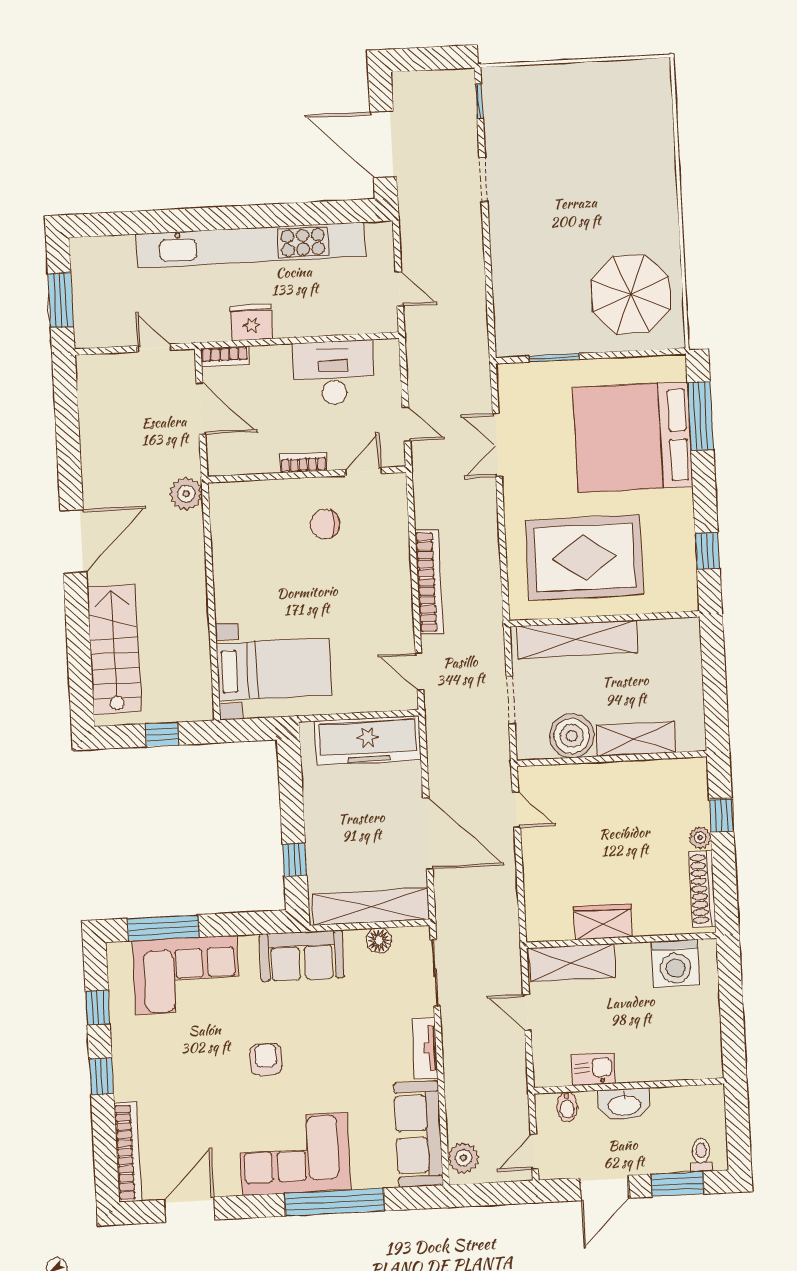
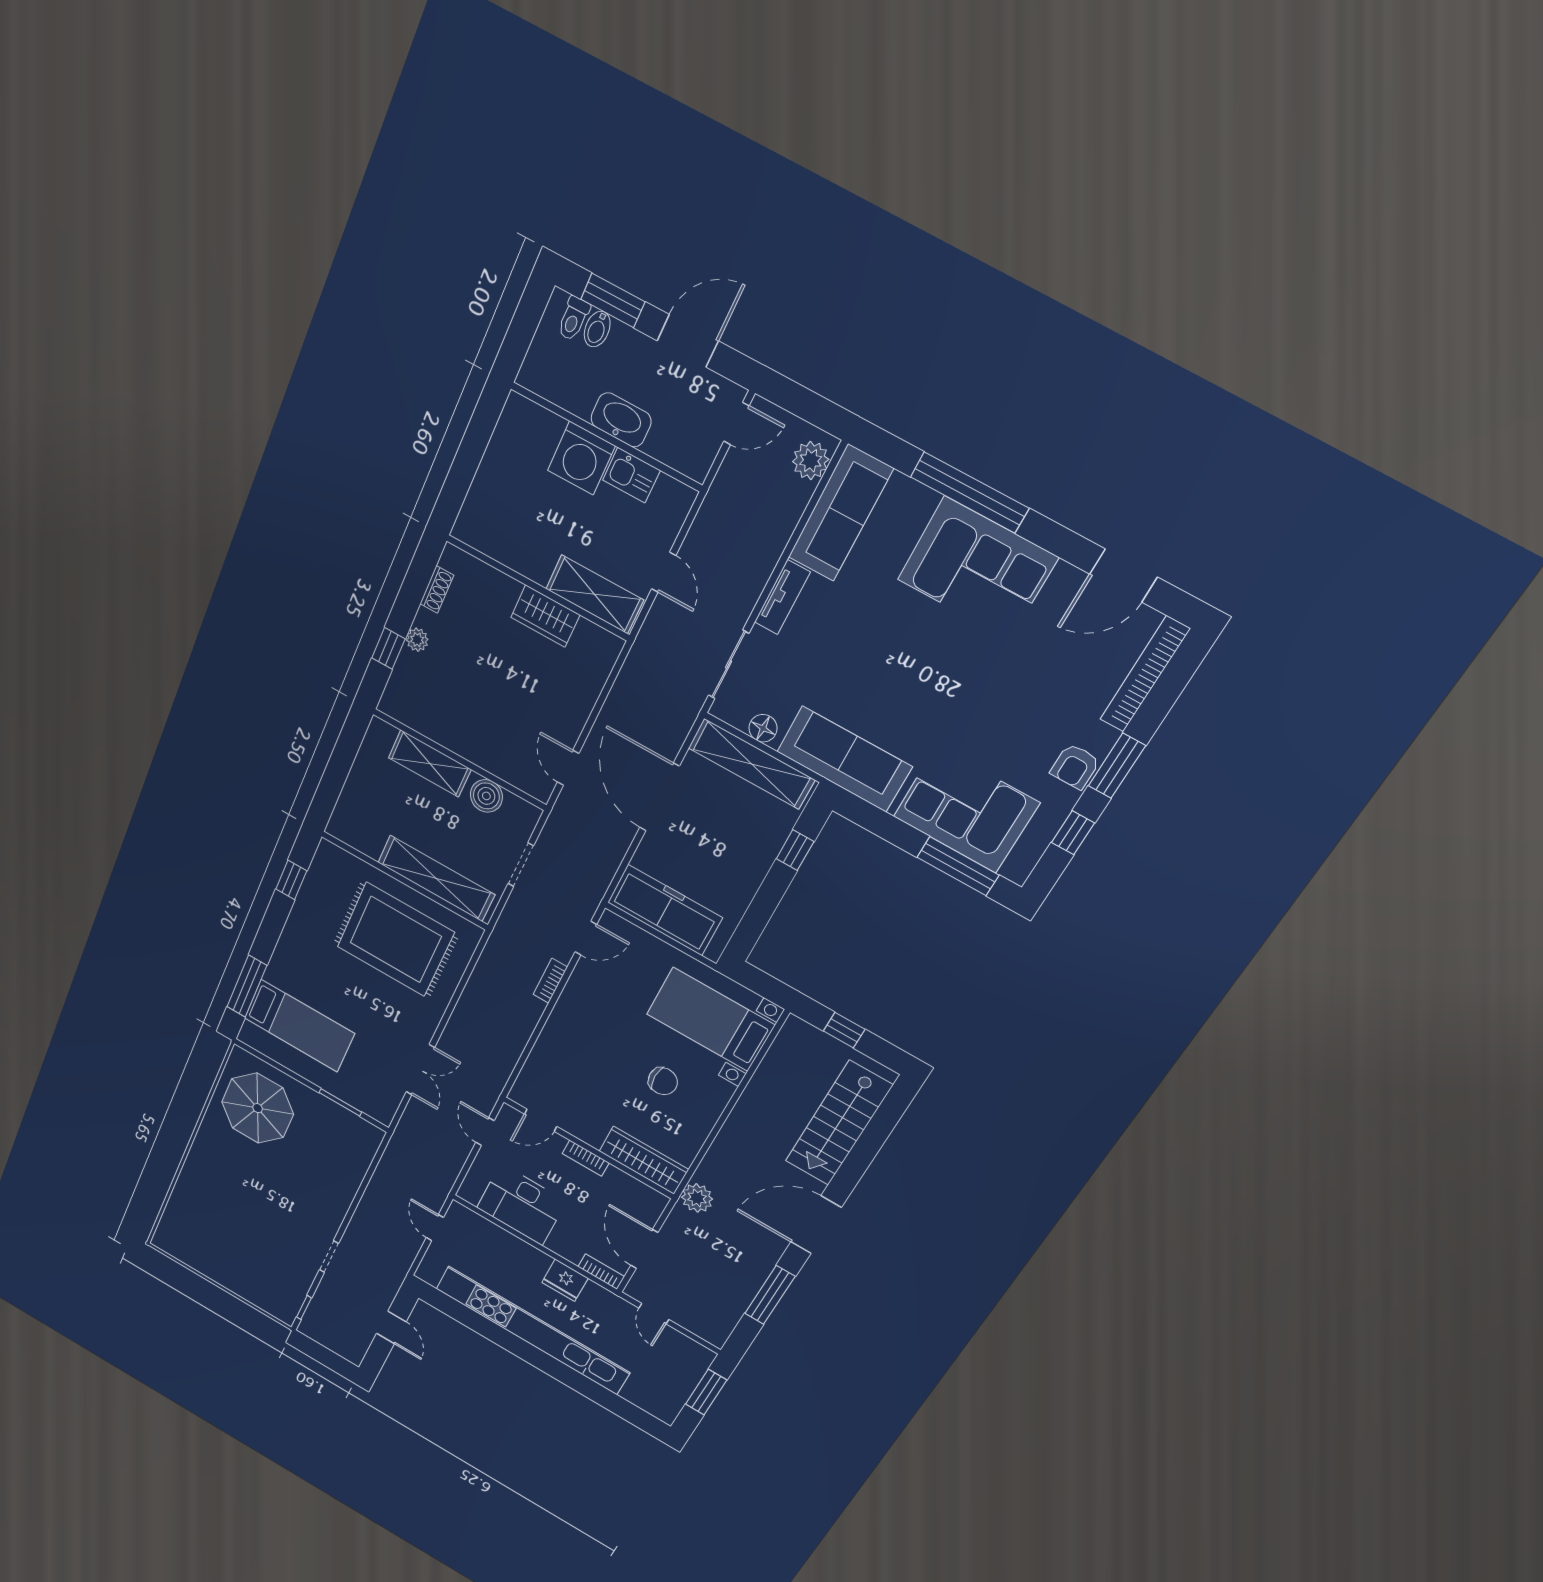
door: (383, 144) -> (391, 1328), width x0.53
bed: (633, 437) -> (299, 1026), width x0.49
window: (68, 444) -> (770, 1295), added
wardrobe: (252, 497) -> (644, 1160), added
chair: (325, 524) -> (663, 1081), moved
bookcase: (429, 582) -> (550, 981), width x0.43, depth x0.76
door: (419, 671) -> (586, 938), hinge flipped
boiler: (572, 736) -> (486, 796), width x0.73, depth x0.73
shoe rack: (702, 889) -> (437, 590), width x0.51, depth x0.81
sofa: (302, 956) -> (844, 759), width x1.36
washing machine: (675, 964) -> (581, 458), moved, turned 180
armchair: (266, 1059) -> (1075, 766), moved
window: (101, 1076) -> (1117, 766), width x1.50
bidet: (567, 1107) -> (597, 329), moved, turned 180

